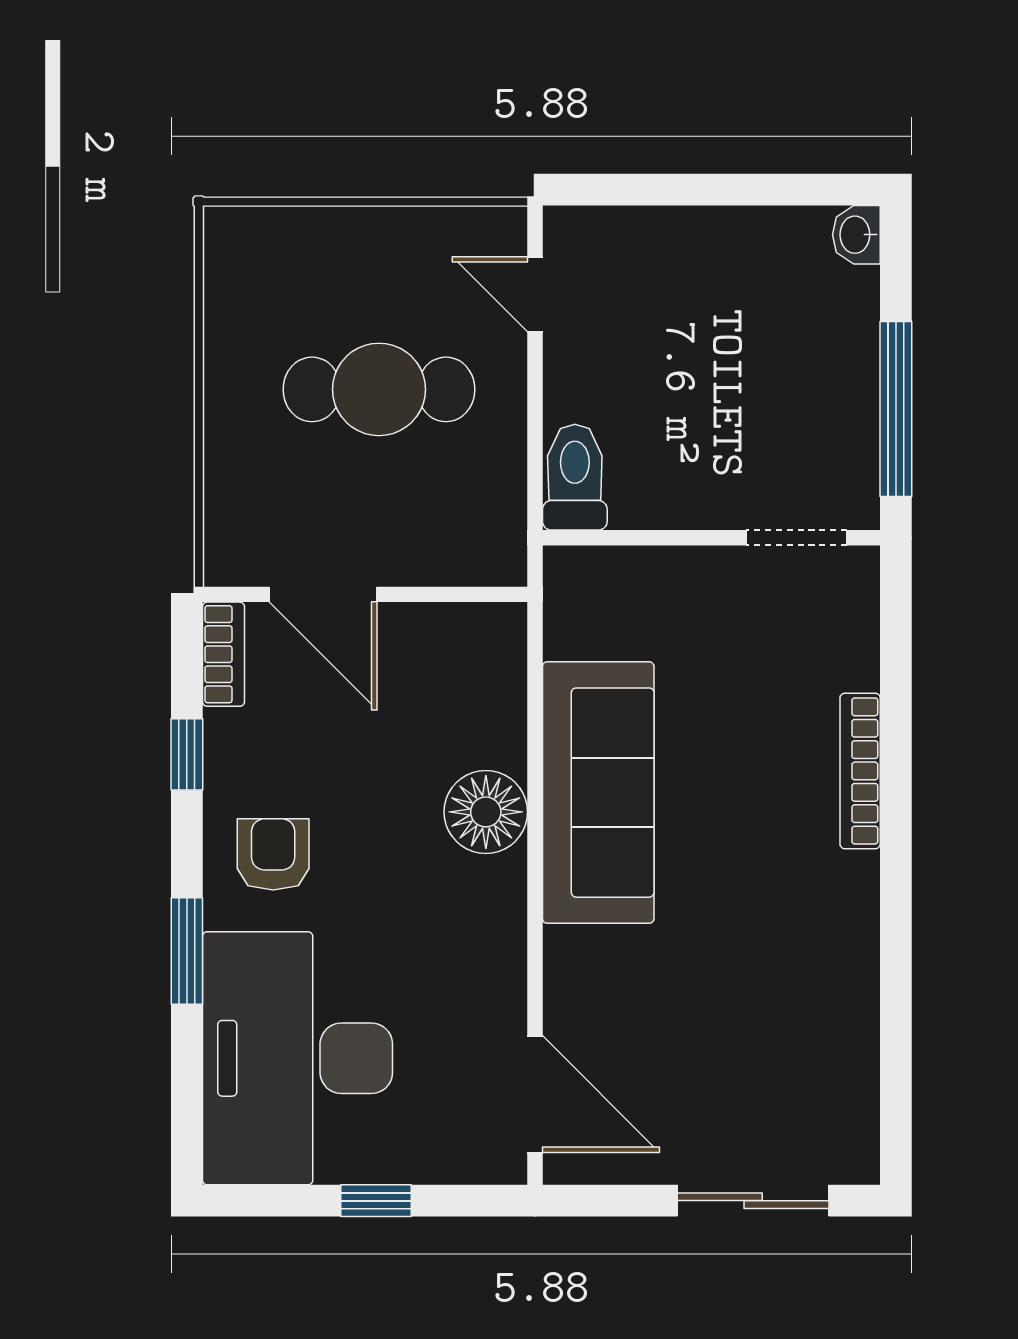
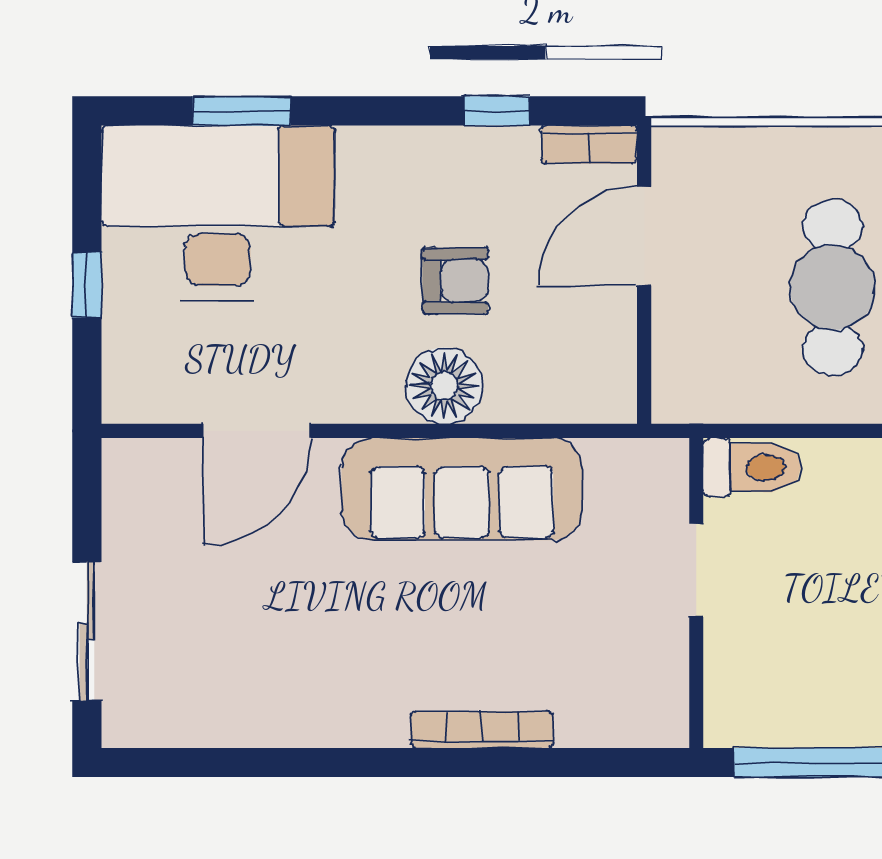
doorway: (796, 538) -> (696, 570), moved
armchair: (273, 854) -> (455, 281), moved
window: (187, 951) -> (242, 111), moved
door: (535, 1094) -> (257, 431), moved

